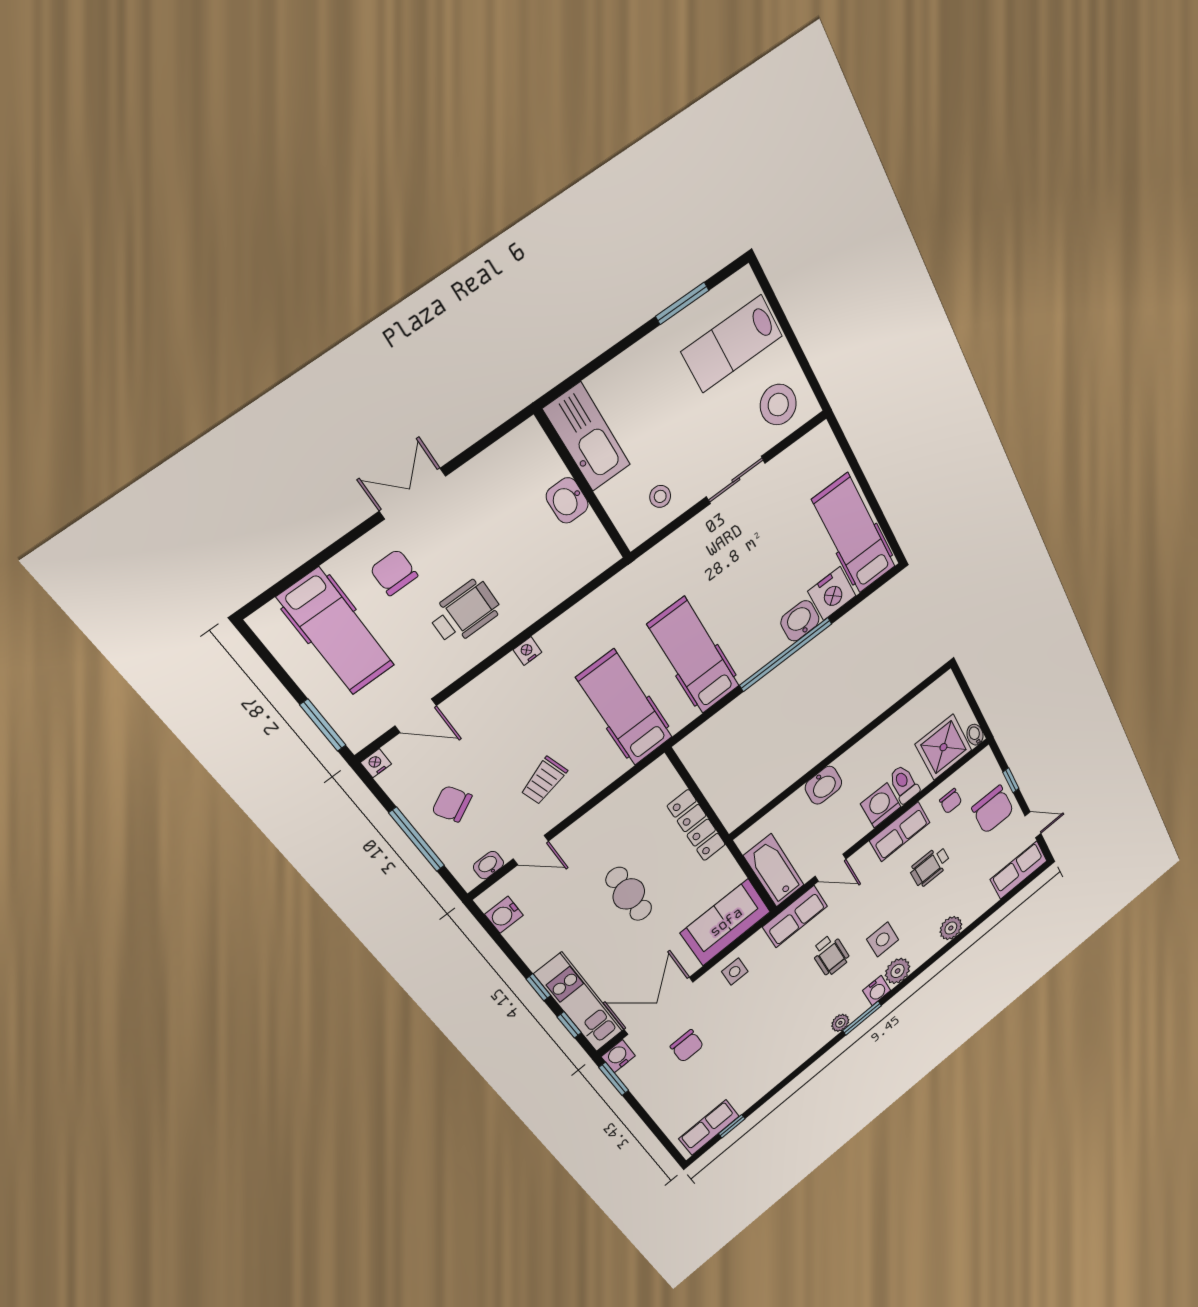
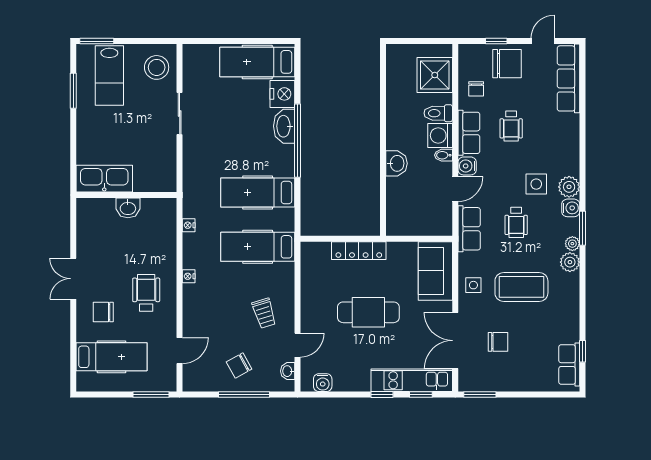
window: (768, 292) -> (97, 41), added
stool: (660, 496) -> (159, 159), removed
washbasin: (800, 621) -> (284, 126), width x1.38
bidet: (975, 735) -> (443, 155), moved
nightstand: (376, 763) -> (189, 225), moved
chair: (951, 801) -> (476, 89), turned 90
bathtub: (774, 870) -> (427, 224), removed
row of seats: (1019, 870) -> (568, 78), width x1.48
cafe table: (629, 894) -> (368, 312), width x1.37, depth x1.35
plant: (951, 928) -> (570, 262), moved
wheelchair: (830, 955) -> (516, 222), turned 90
coffee table: (763, 1017) -> (521, 287), added
water cooler: (618, 1056) -> (467, 166), moved

